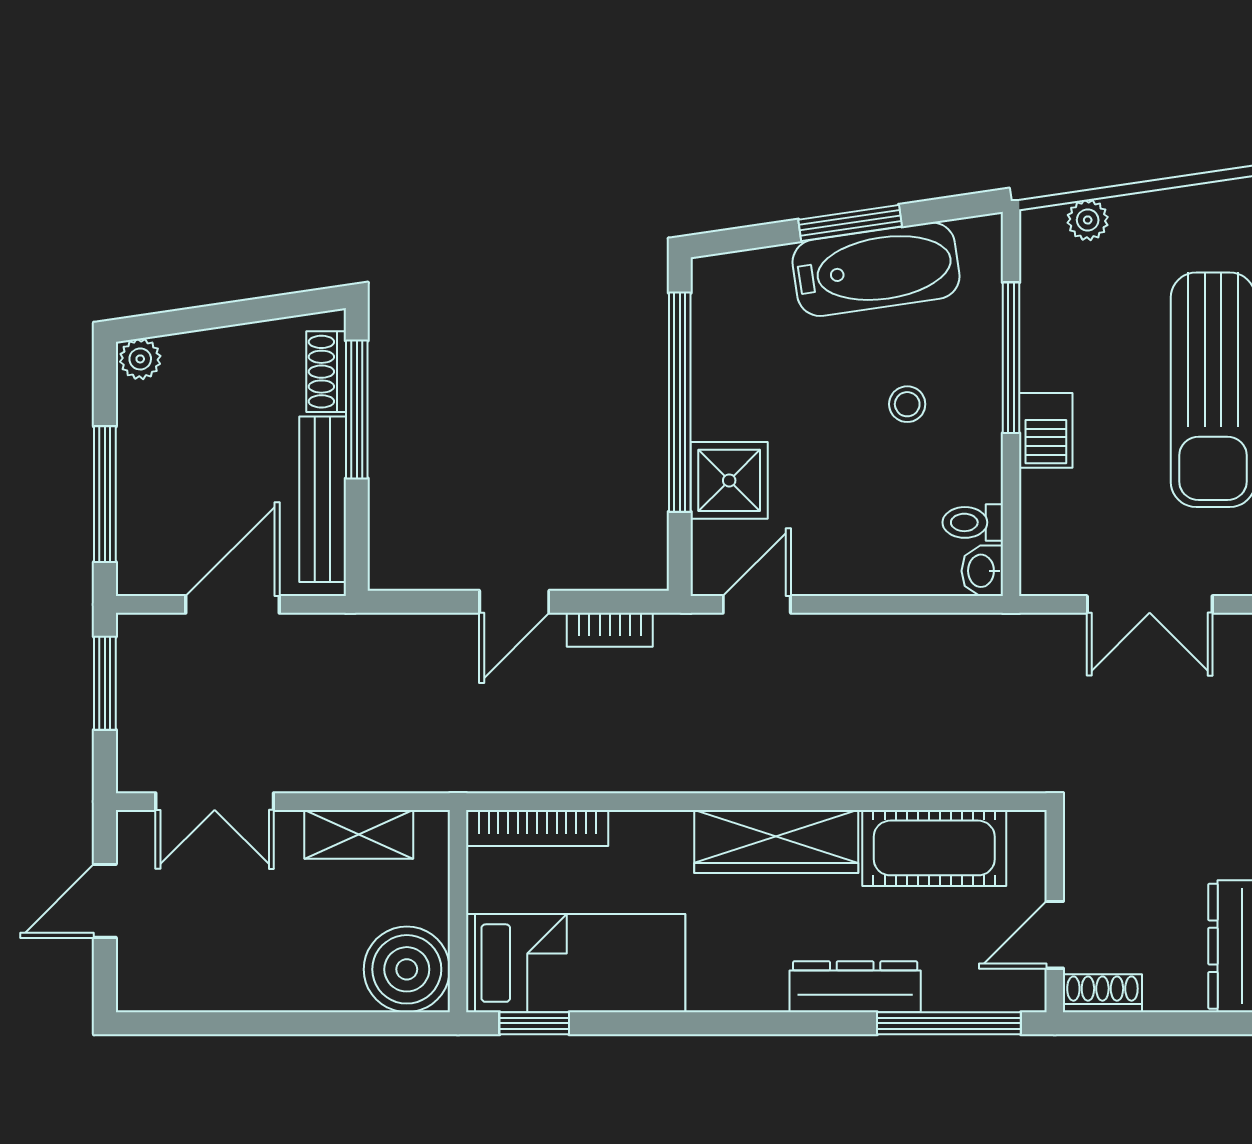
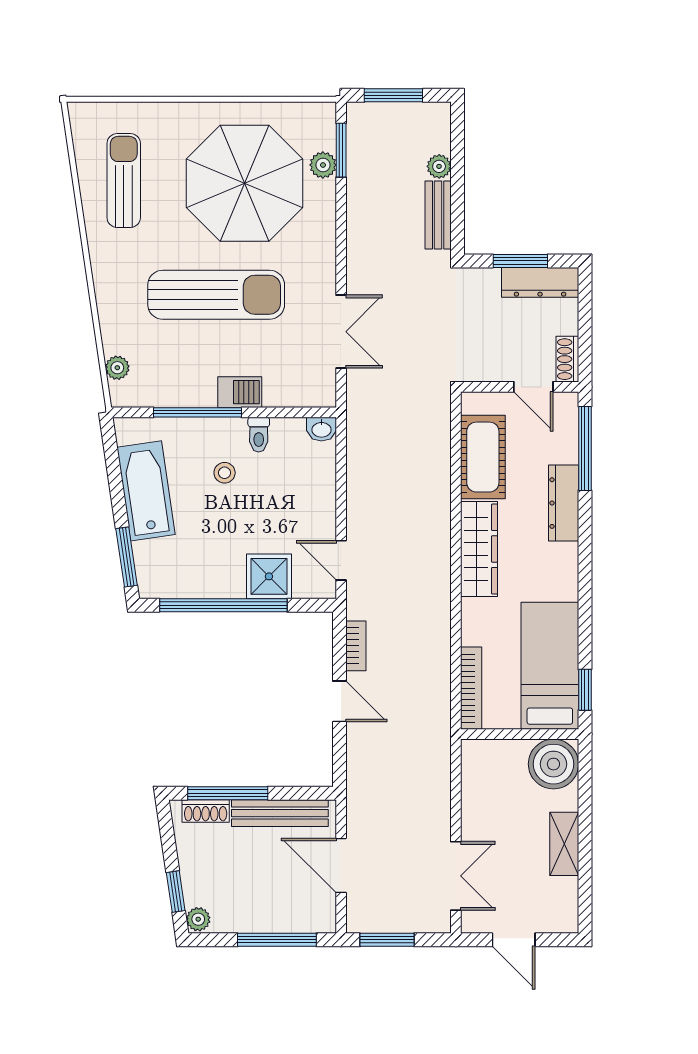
window: (850, 223) -> (127, 557), moved
window: (188, 320) -> (176, 892), added
toilet: (973, 522) -> (259, 435), moved
shelving: (359, 834) -> (564, 844), moved

